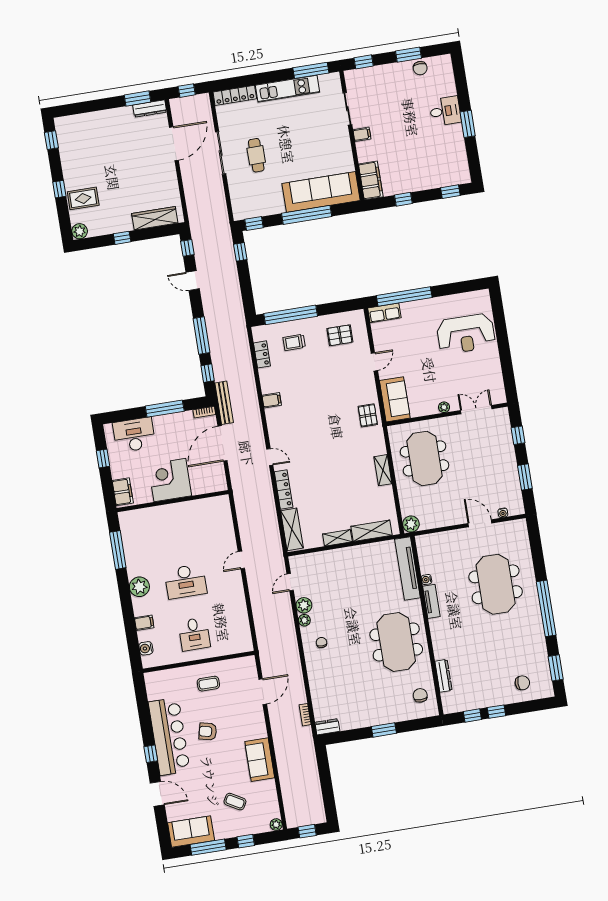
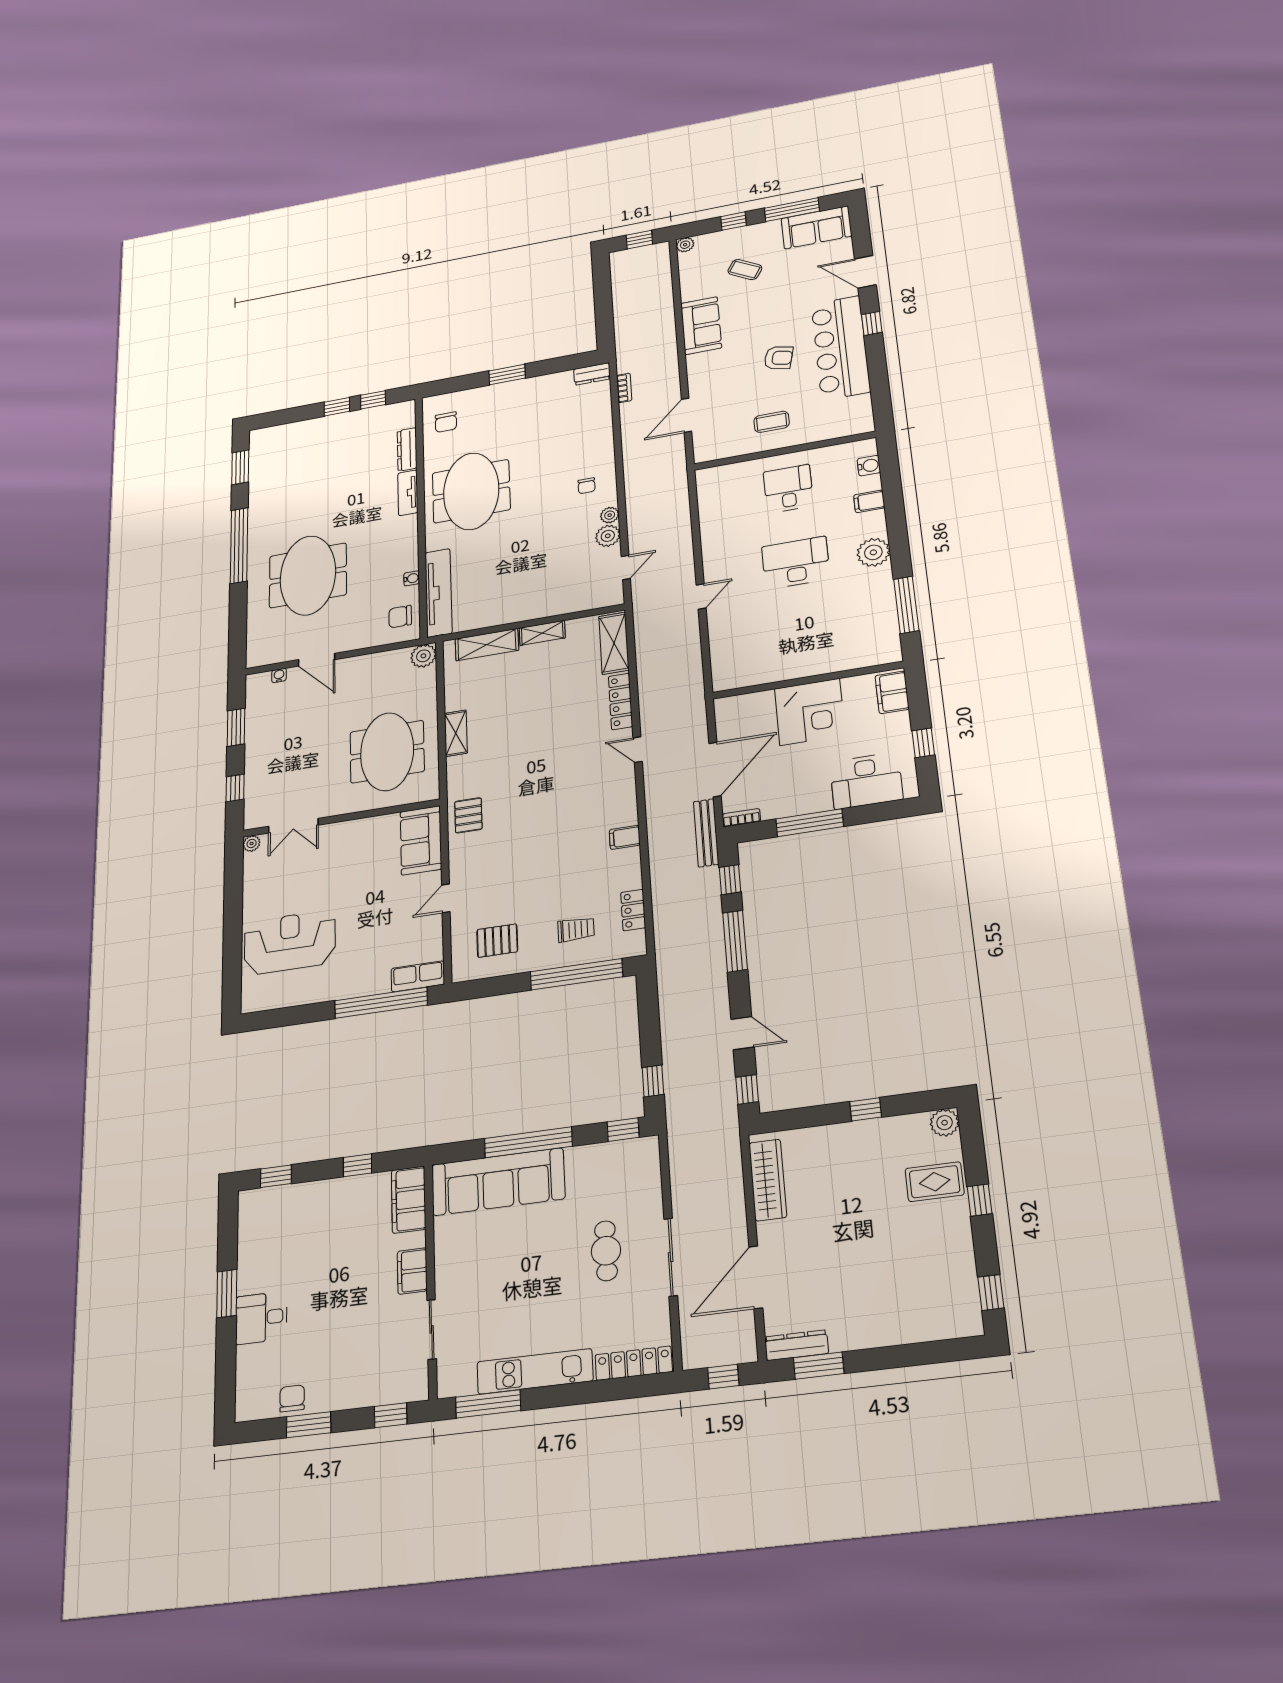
filing cabinet: (362, 134) -> (412, 1271), width x2.00
wardrobe: (155, 218) -> (768, 1180), moved, turned -90
plant: (444, 407) -> (252, 843), moved
tv unit: (431, 601) -> (408, 493), moved
chair: (522, 683) -> (400, 617), moved

